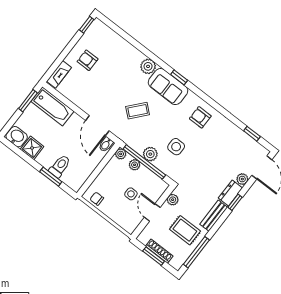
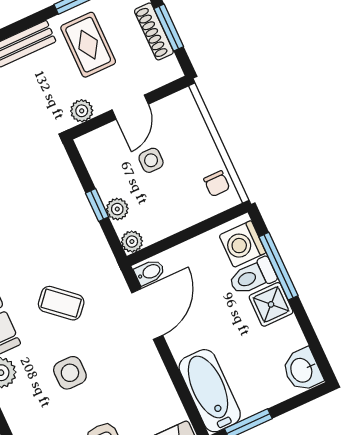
side table: (176, 147) -> (70, 373), moved
shower: (32, 148) -> (271, 304), moved
plant: (150, 154) -> (79, 213), removed
window: (144, 162) -> (97, 205), width x0.32
window: (51, 177) -> (279, 266), width x1.44
washing machine: (72, 178) -> (242, 244), added

